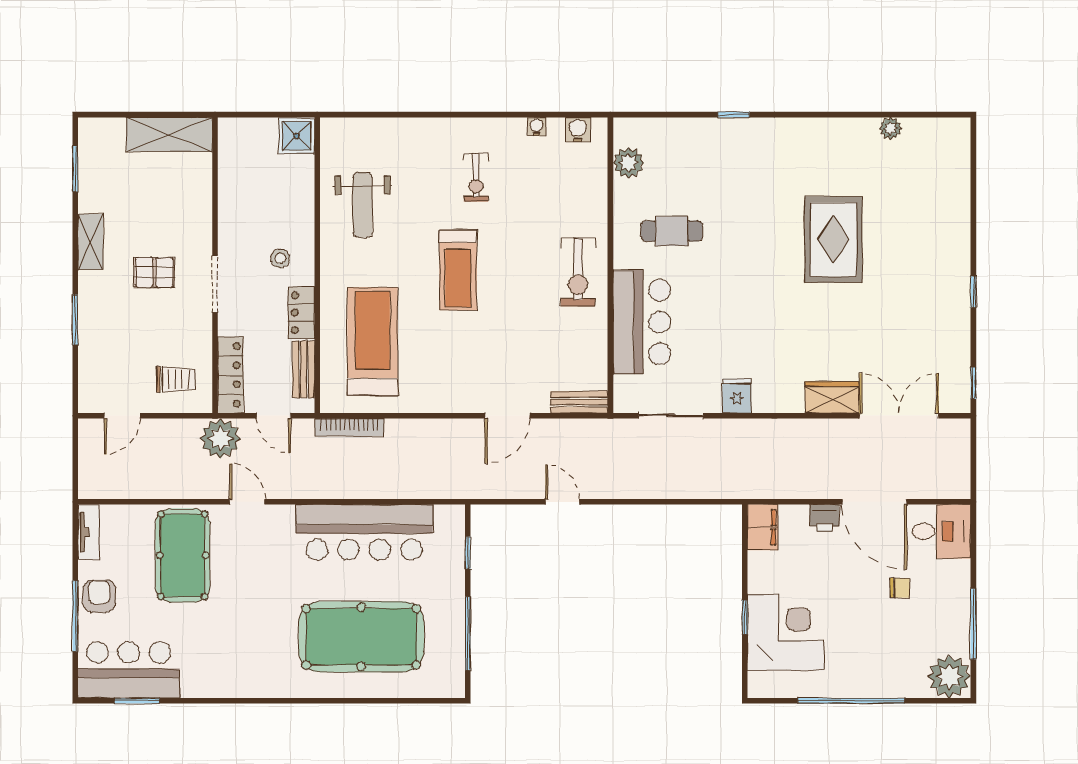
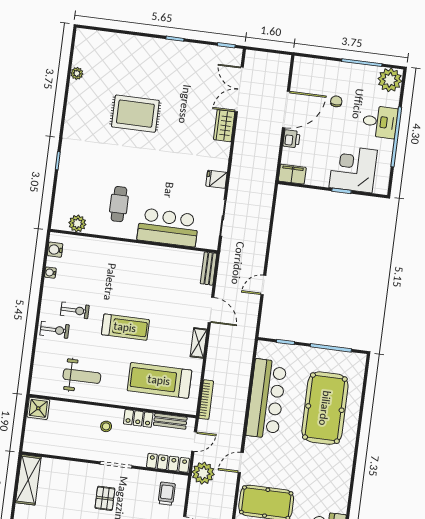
exercise bike: (578, 272) -> (55, 330), moved, width x0.73, depth x0.72
shelving: (447, 401) -> (199, 343), added
desk: (941, 532) -> (380, 122), moved, turned 90

